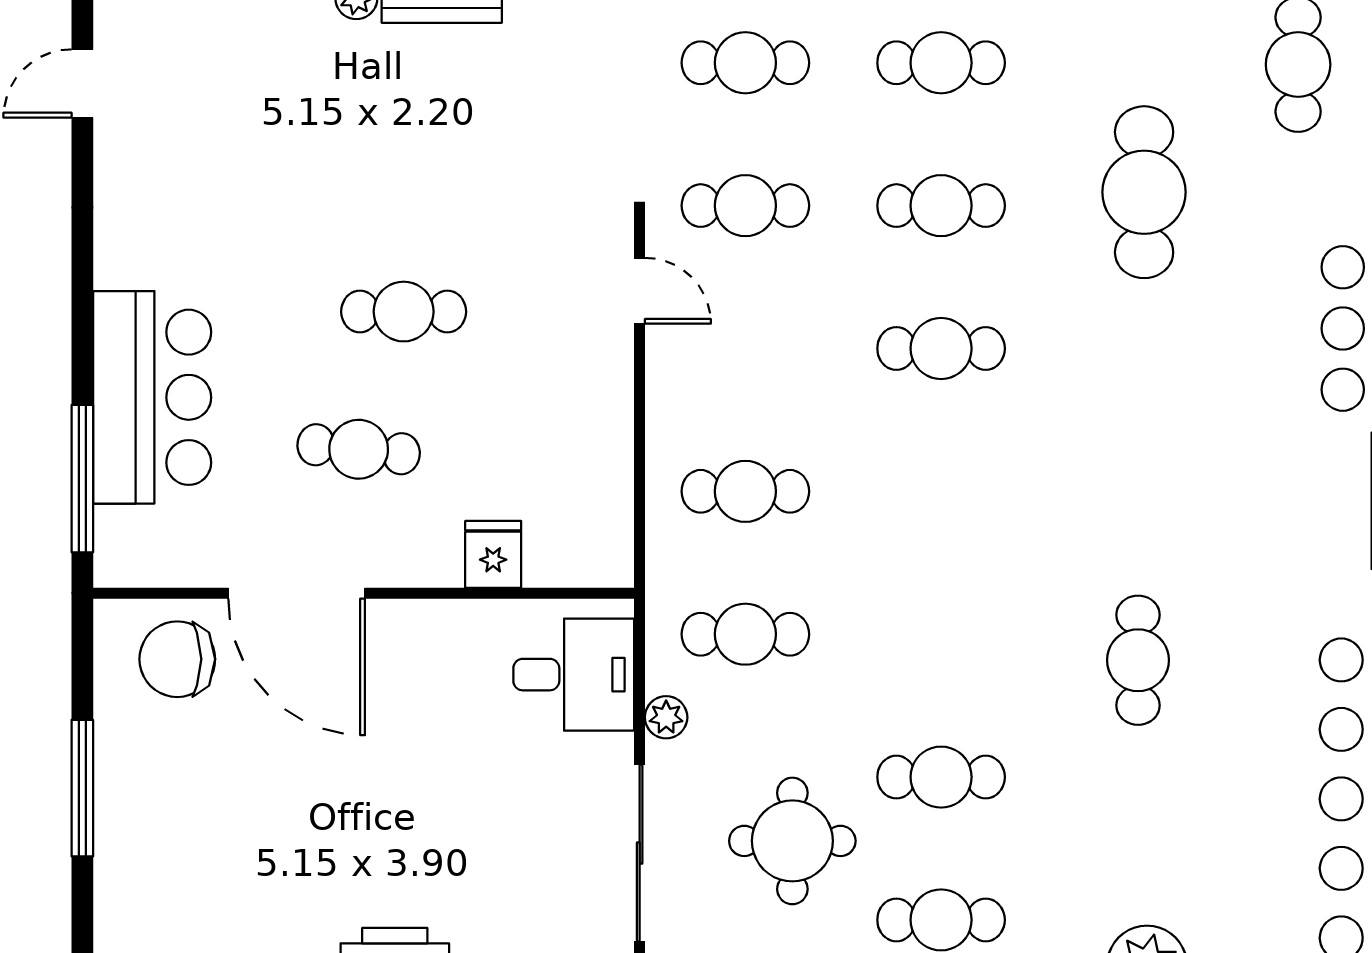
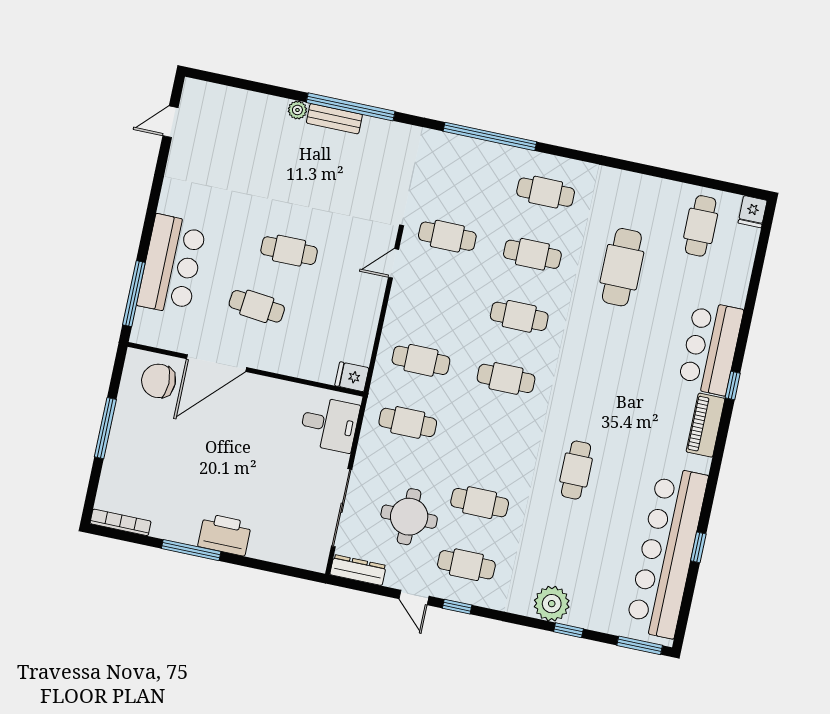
cafe table: (745, 63) -> (506, 378), moved
door: (640, 291) -> (394, 263), swing flipped
fridge: (493, 554) -> (352, 377), moved, turned -90
door: (297, 593) -> (217, 363), hinge flipped
plant: (666, 717) -> (366, 451), removed

